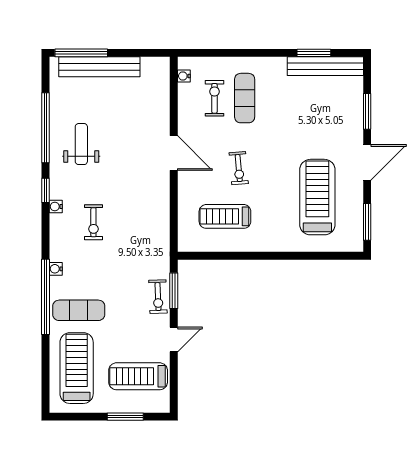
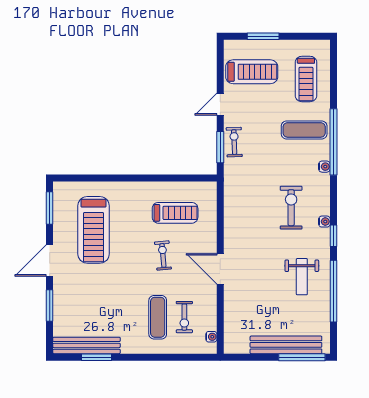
exercise bike: (93, 222) -> (291, 208), width x1.38, depth x1.39
treadmill: (77, 368) -> (306, 79), width x0.73, depth x0.73

